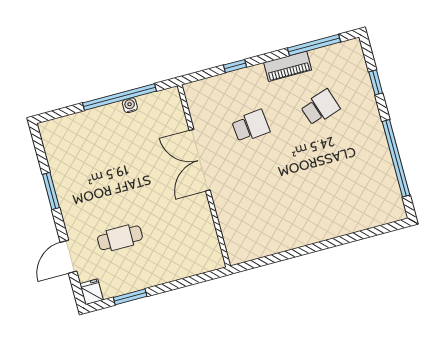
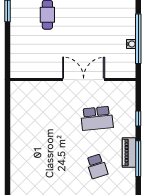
window: (314, 45) -> (138, 159), moved
school desk: (251, 126) -> (97, 118), width x1.85

